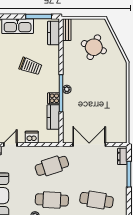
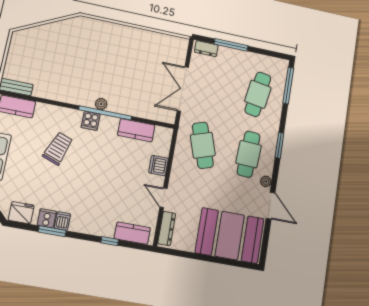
round table: (94, 47) -> (49, 55), removed
cooker: (54, 98) -> (91, 121), moved

